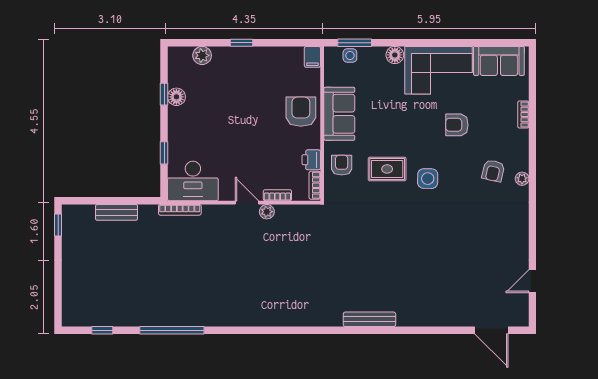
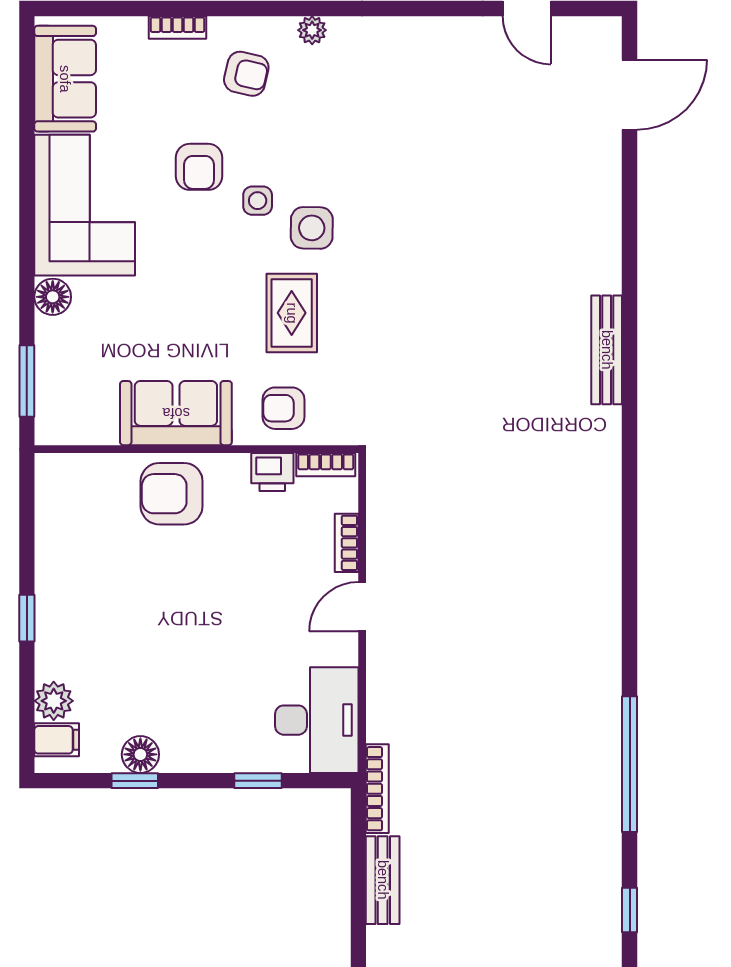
side table: (350, 55) -> (258, 201), moved
filing cabinet: (312, 57) -> (57, 740), moved
armchair: (493, 171) -> (246, 74), moved
bookcase: (180, 210) -> (377, 789), moved
plant: (267, 212) -> (381, 565), removed

